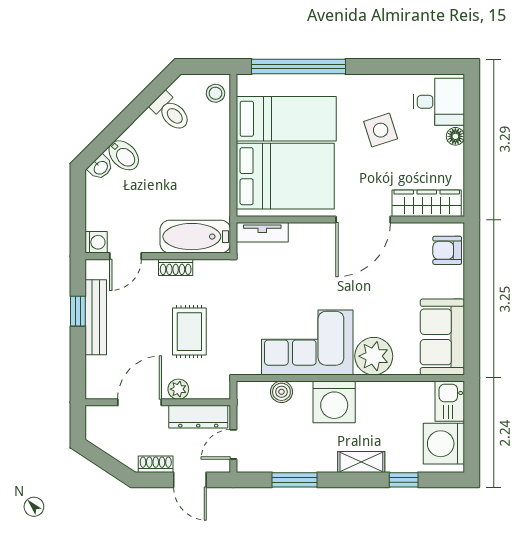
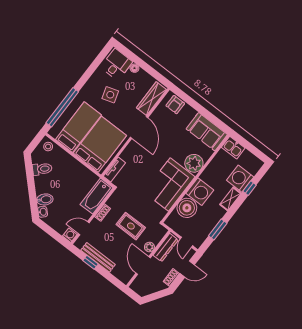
door: (126, 256) -> (84, 228), swing flipped
boiler: (281, 392) -> (187, 208), width x1.86, depth x1.86
washing machine: (444, 444) -> (240, 179), moved, turned 90

